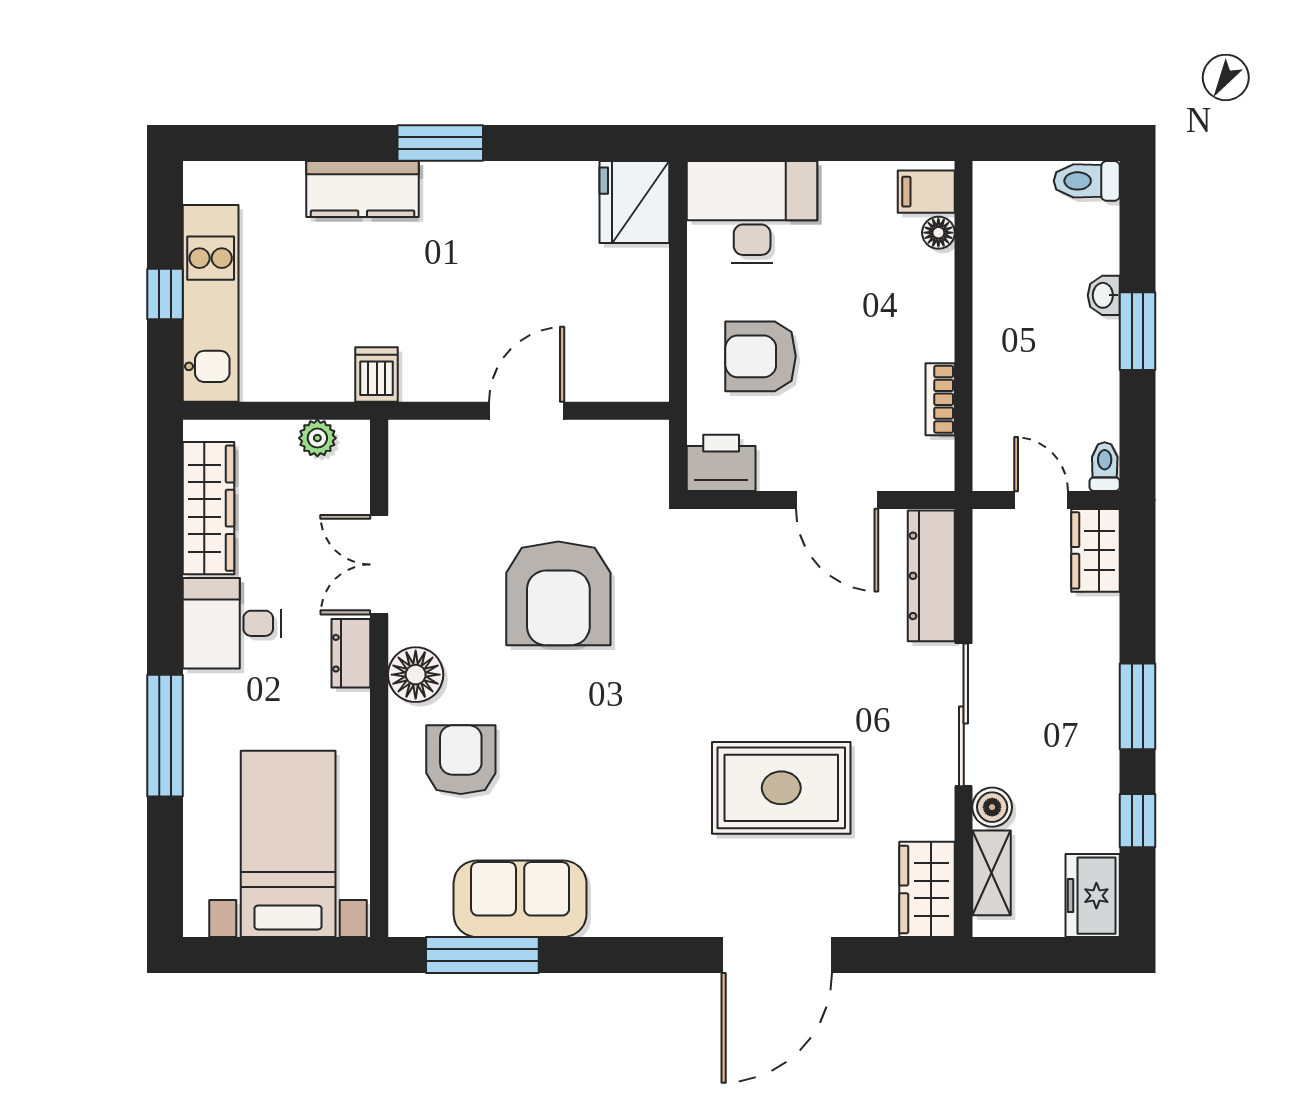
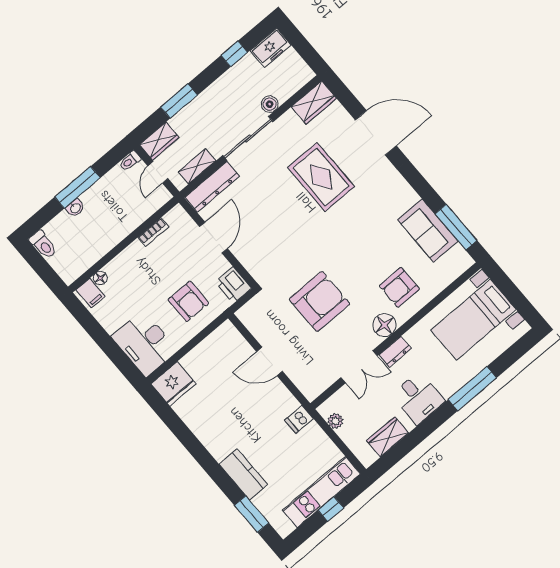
window: (440, 143) -> (252, 514), moved
window: (1138, 331) -> (77, 187), width x1.44
wardrobe: (208, 508) -> (388, 437), width x0.67
window: (1138, 706) -> (179, 101), moved
shelving: (992, 873) -> (197, 166), moved

